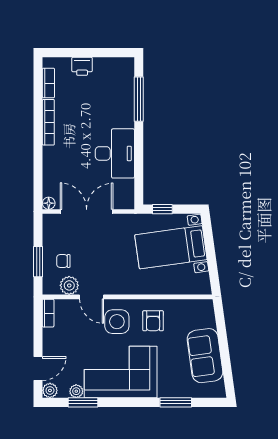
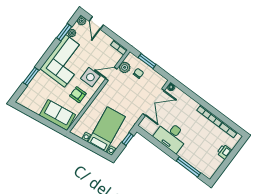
sofa: (205, 356) -> (57, 115), moved

